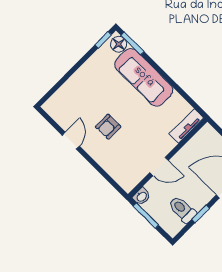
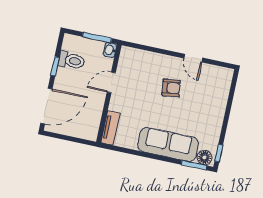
armchair: (108, 127) -> (171, 88), turned 83

